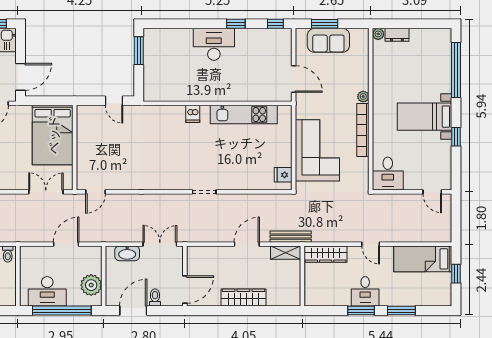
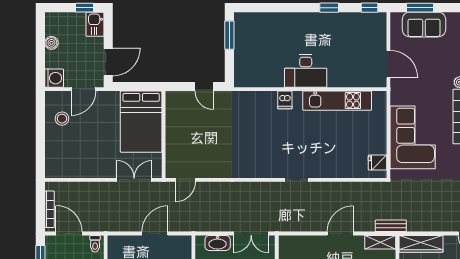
desk: (214, 44) -> (306, 71), moved, turned 180
bench: (291, 237) -> (391, 226), width x0.73
double door: (160, 244) -> (251, 234), swing flipped

